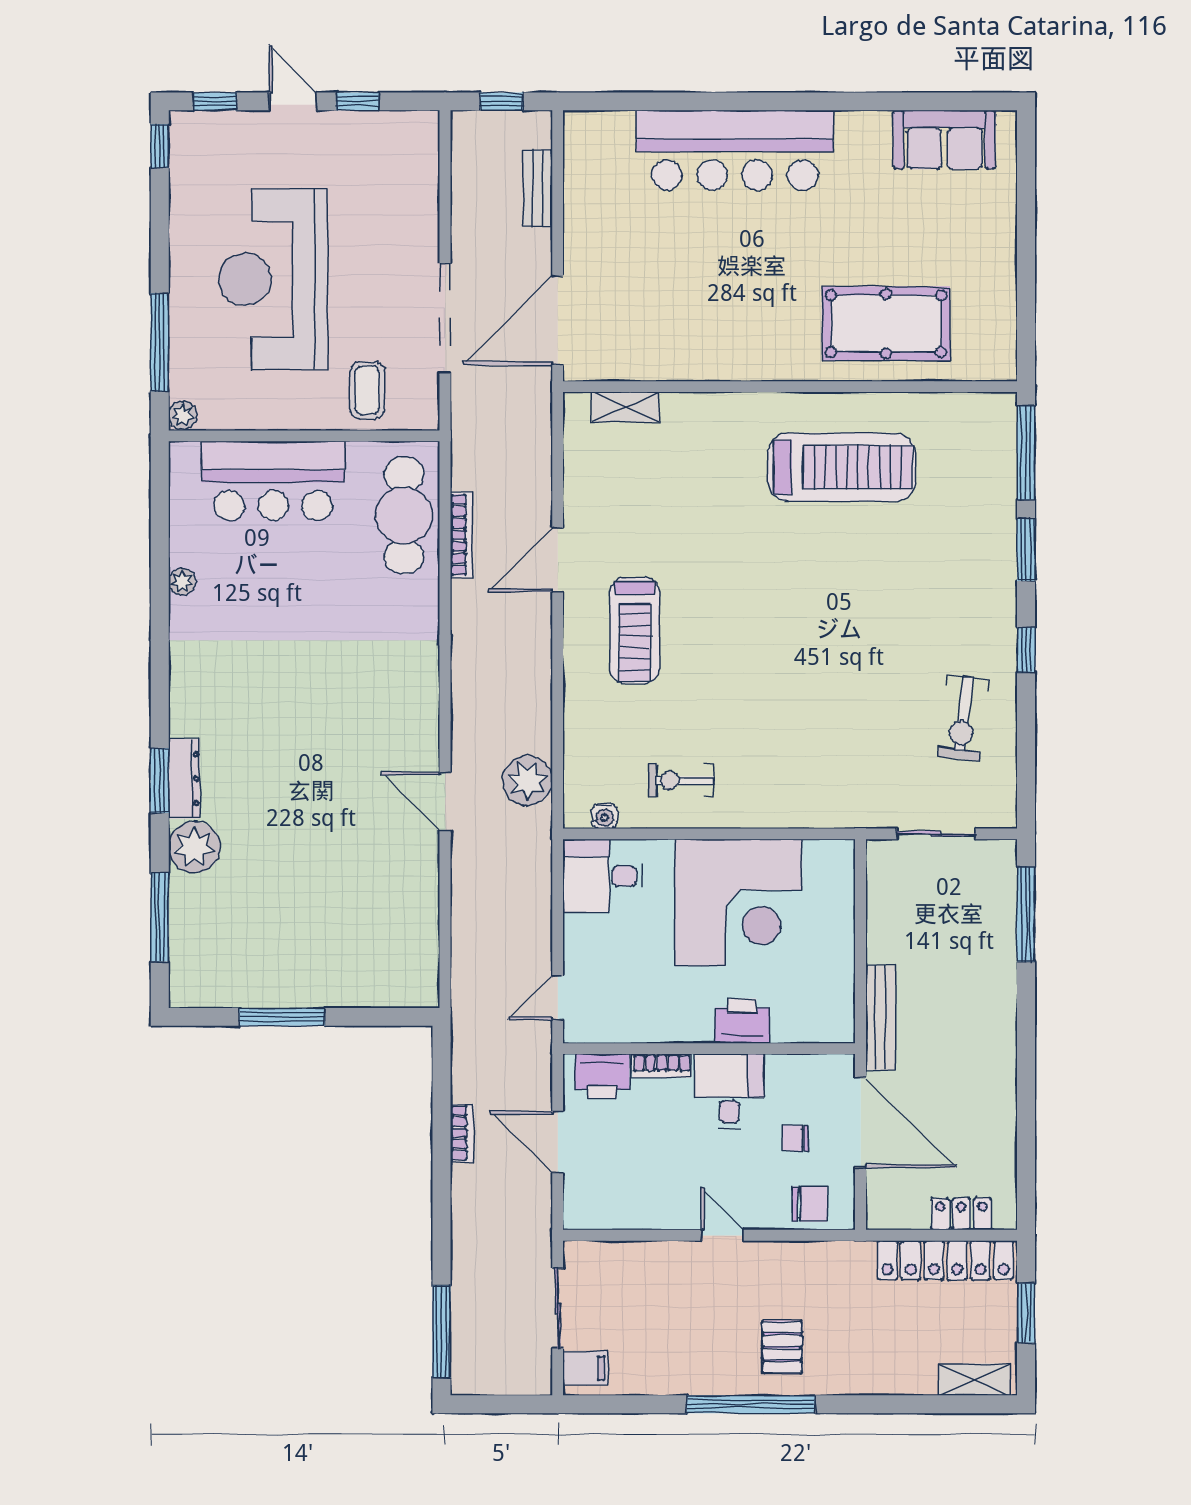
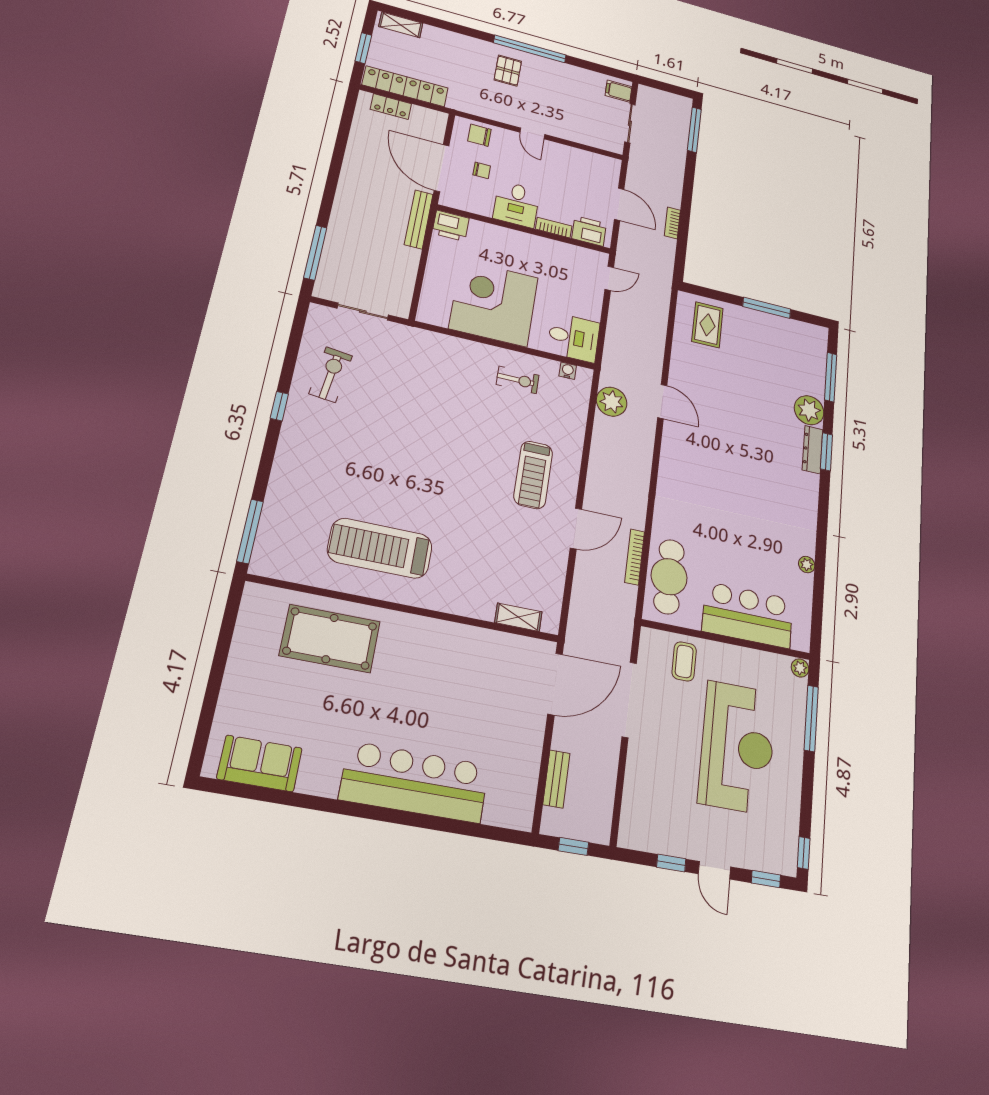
window: (1026, 550) -> (265, 469), removed
treadmill: (635, 630) -> (533, 475), turned 180
rug: (383, 957) -> (707, 325), added
printer: (742, 1021) -> (451, 226), moved

